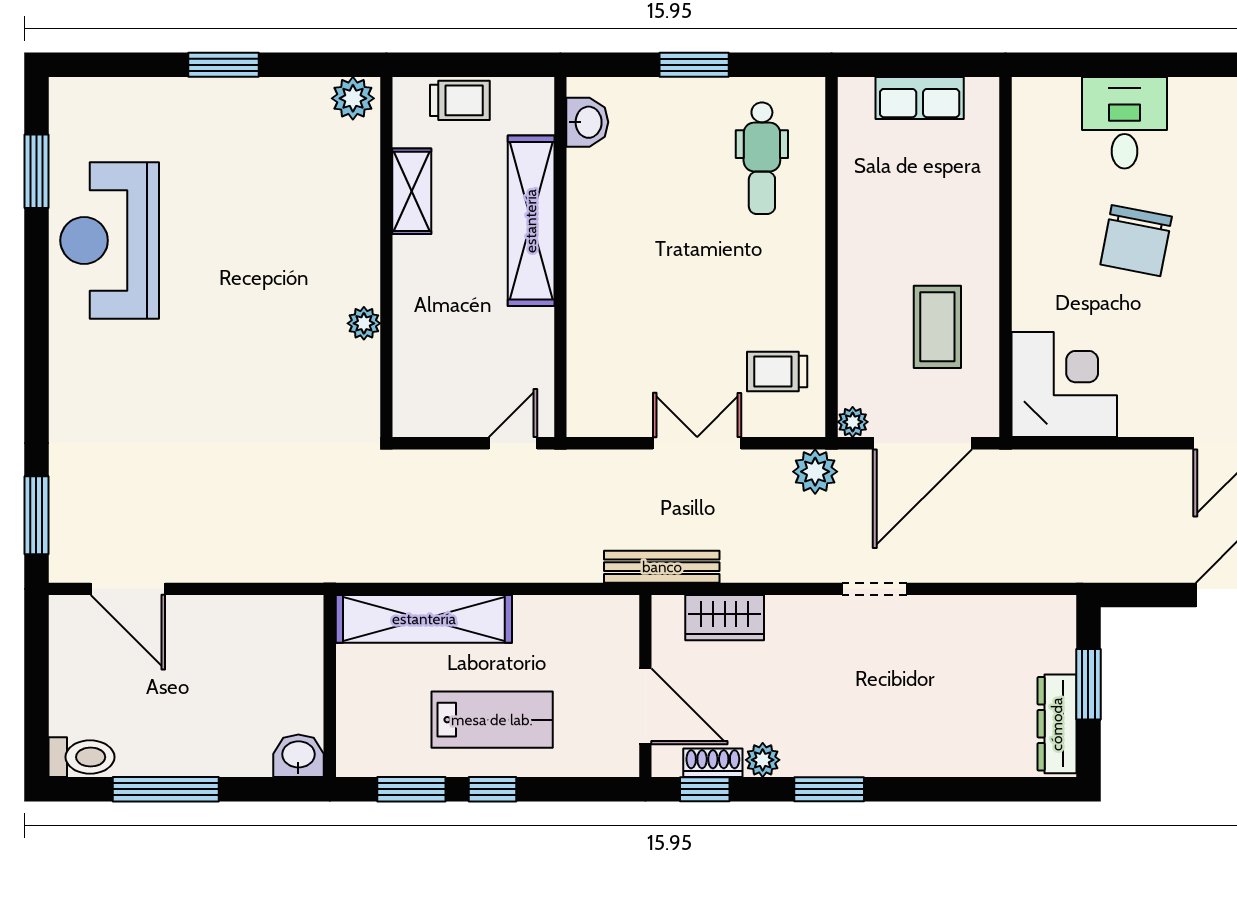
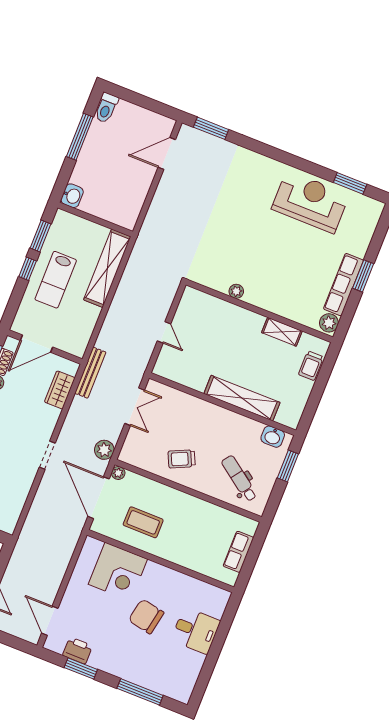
row of seats: (259, 100) -> (343, 285), added
washbasin: (587, 122) -> (273, 437), moved
dental chair: (762, 158) -> (239, 478), turned 36
shelving: (531, 221) -> (242, 398), moved
wall: (560, 257) -> (223, 404), moved
trolley: (777, 372) -> (182, 459), moved, turned -115
corner desk: (1064, 384) -> (118, 572), moved

